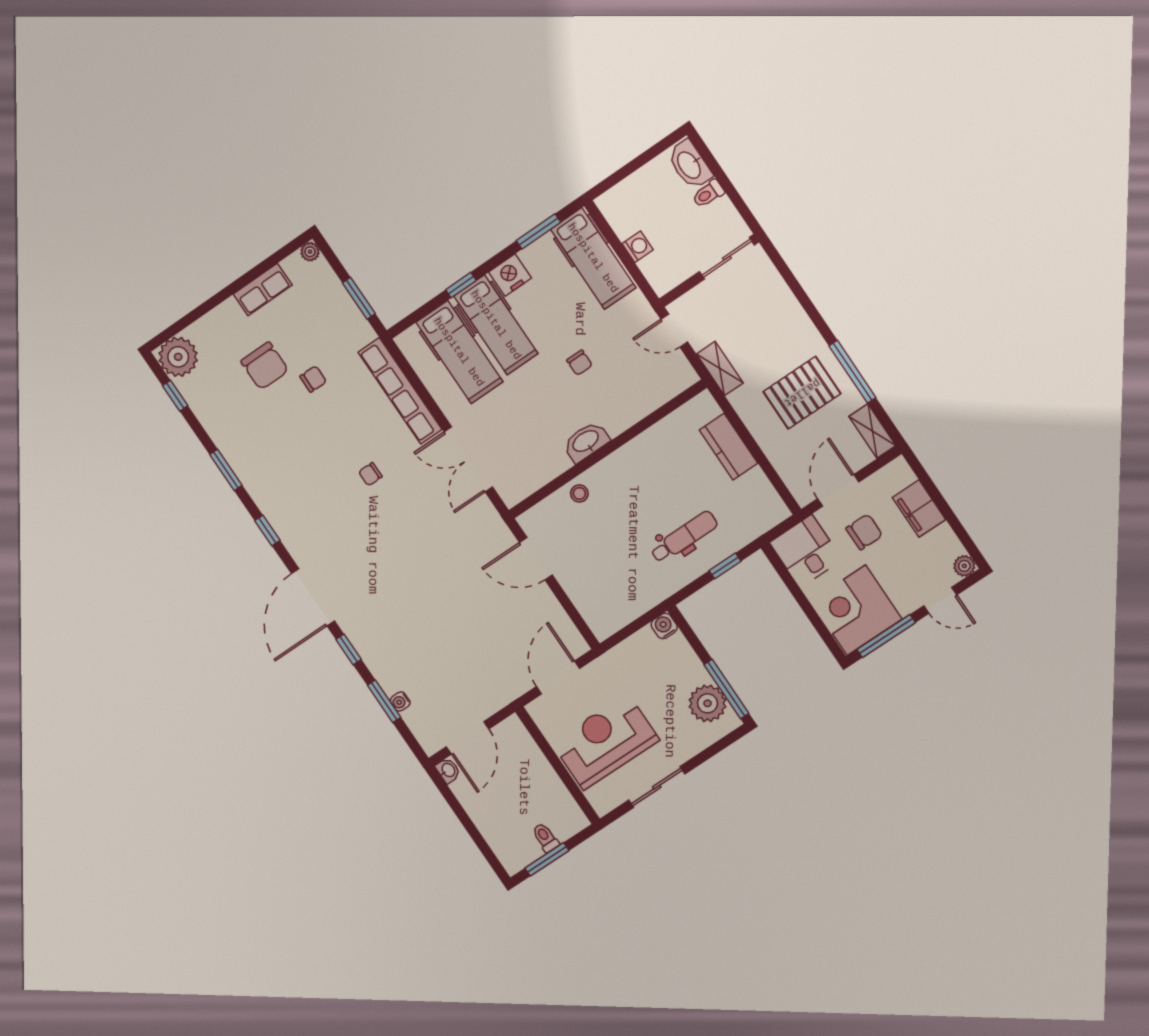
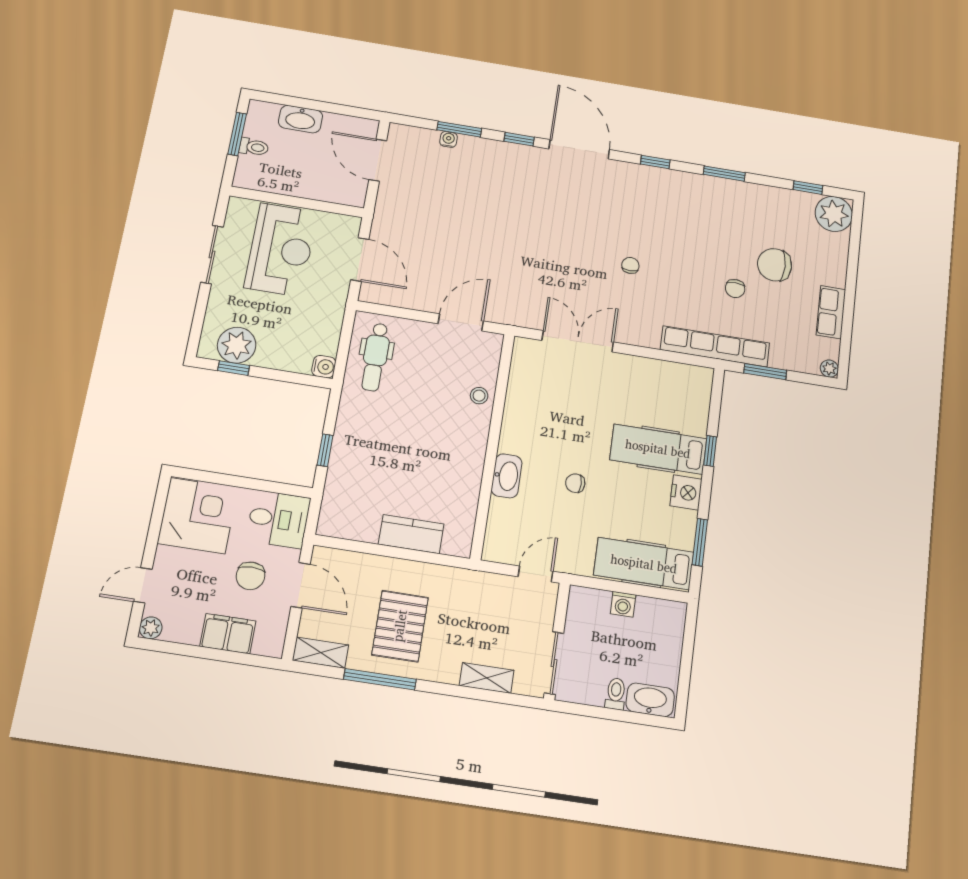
hospital bed: (459, 352) -> (662, 406), removed
shelving: (720, 368) -> (487, 678), moved
row of seats: (400, 391) -> (715, 346), moved
washbasin: (586, 442) -> (507, 476), moved
dental chair: (684, 537) -> (375, 357), moved
window: (886, 636) -> (156, 520), removed
window: (726, 689) -> (234, 368), width x0.46
washbasin: (448, 770) -> (301, 119), moved, width x1.91, depth x1.45

